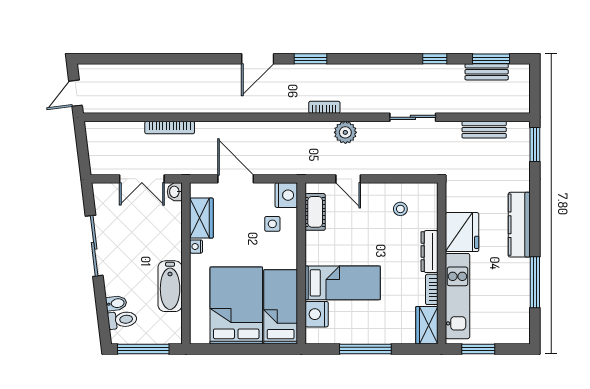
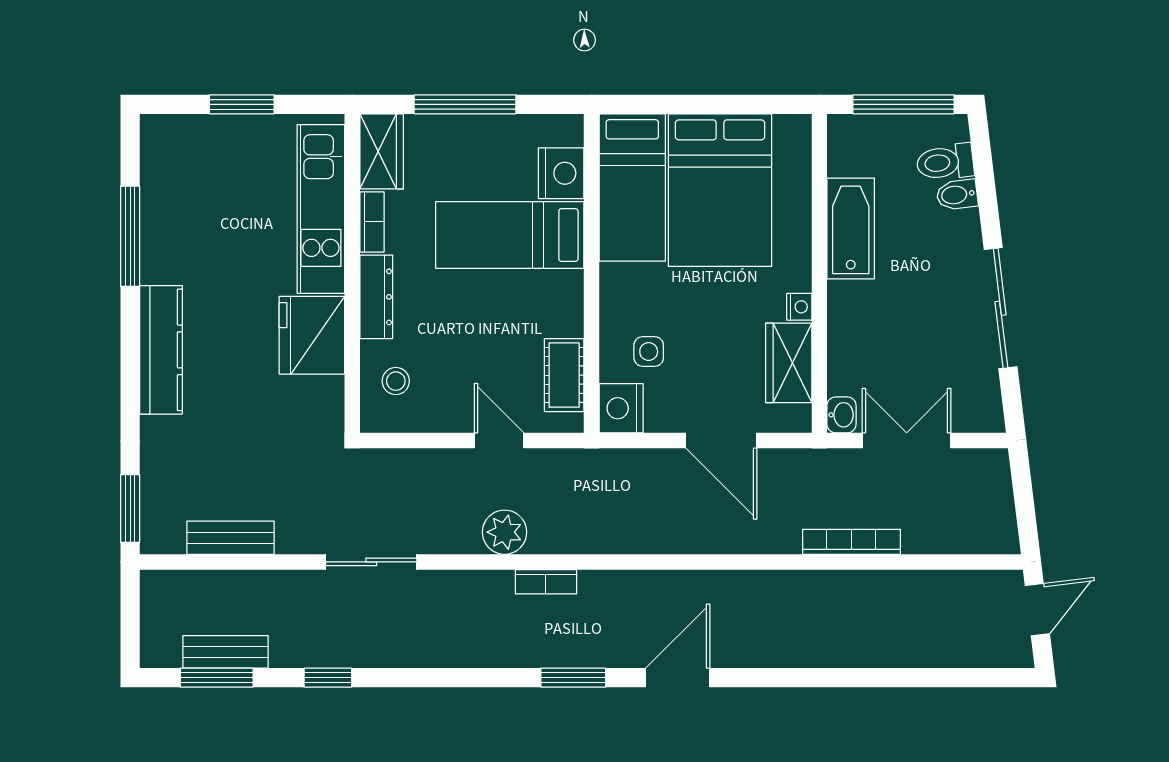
fridge: (462, 232) -> (312, 335), moved
dresser: (430, 252) -> (376, 297), moved
wall: (442, 263) -> (352, 273), moved
bookcase: (432, 289) -> (372, 222), moved
kitchen unit: (458, 296) -> (321, 209), moved
wardrobe: (427, 325) -> (382, 151), moved

